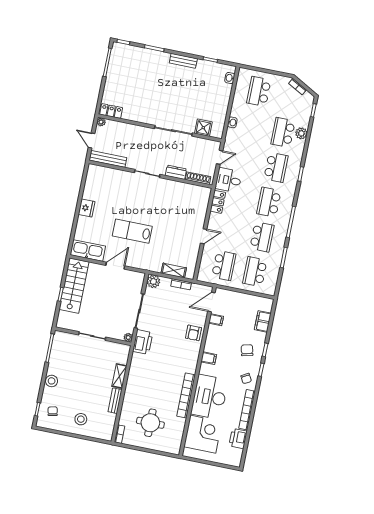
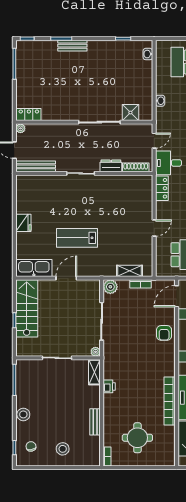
bench: (183, 61) -> (72, 46), moved
printer: (143, 342) -> (109, 386), moved, width x0.53, depth x0.68
shelving: (119, 376) -> (94, 372), moved

